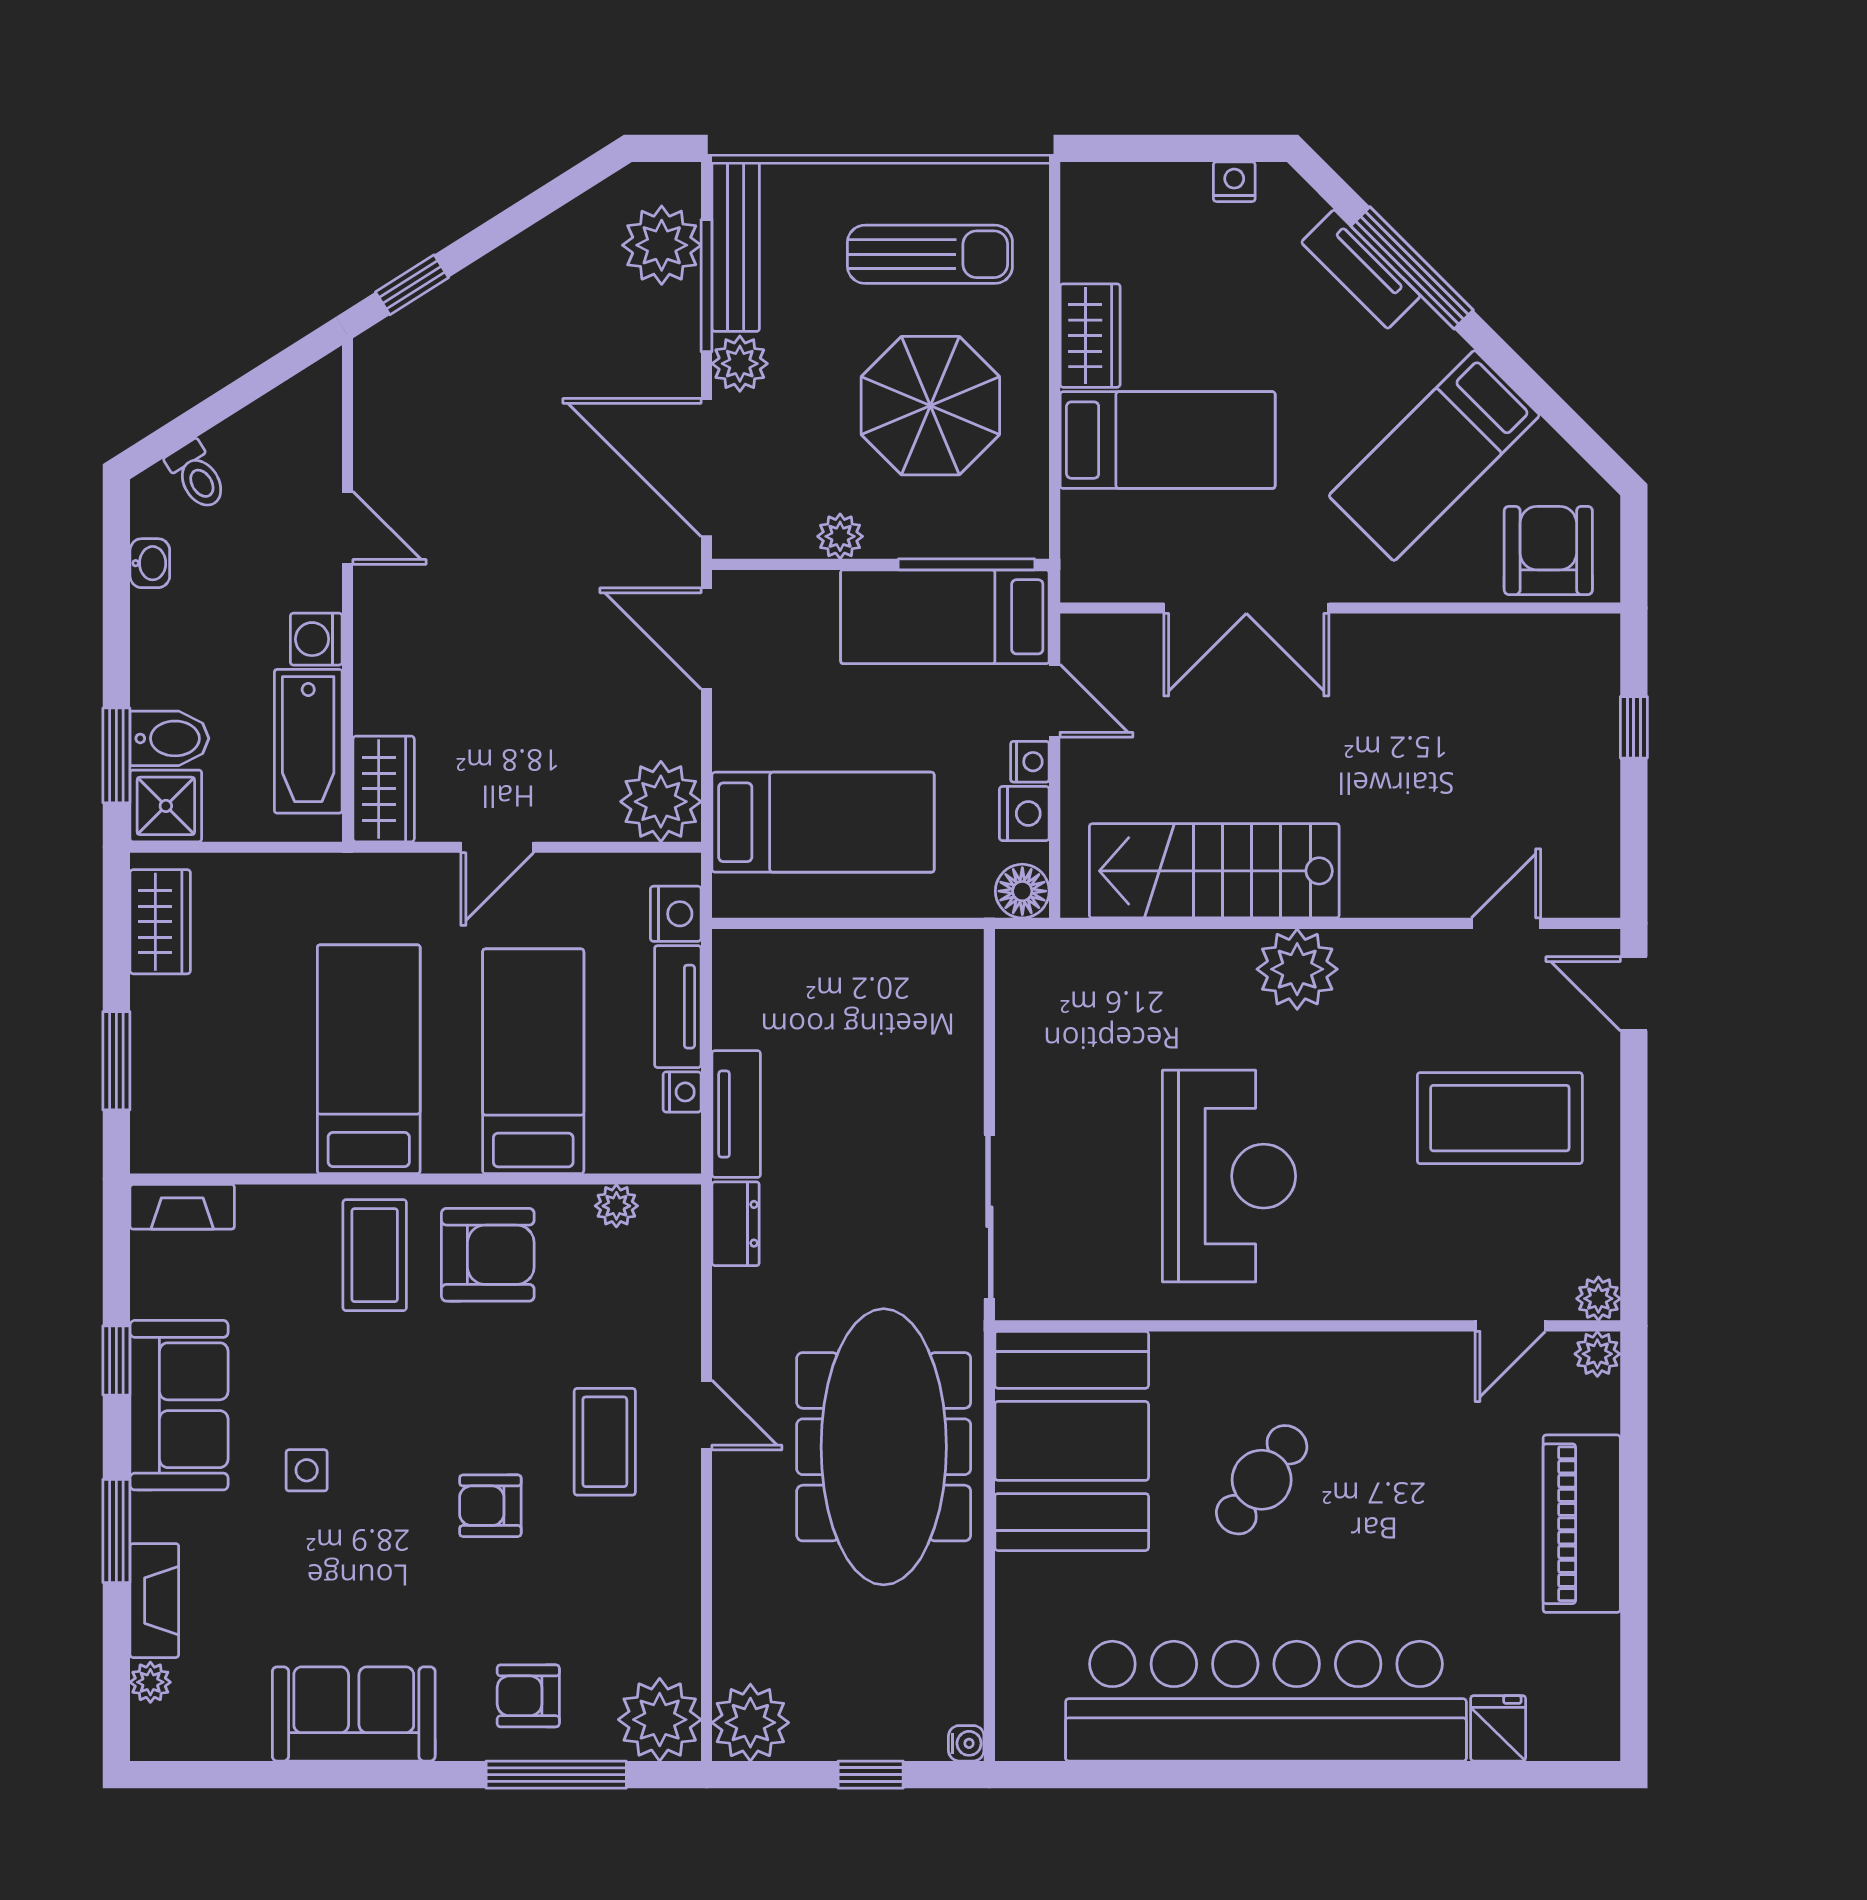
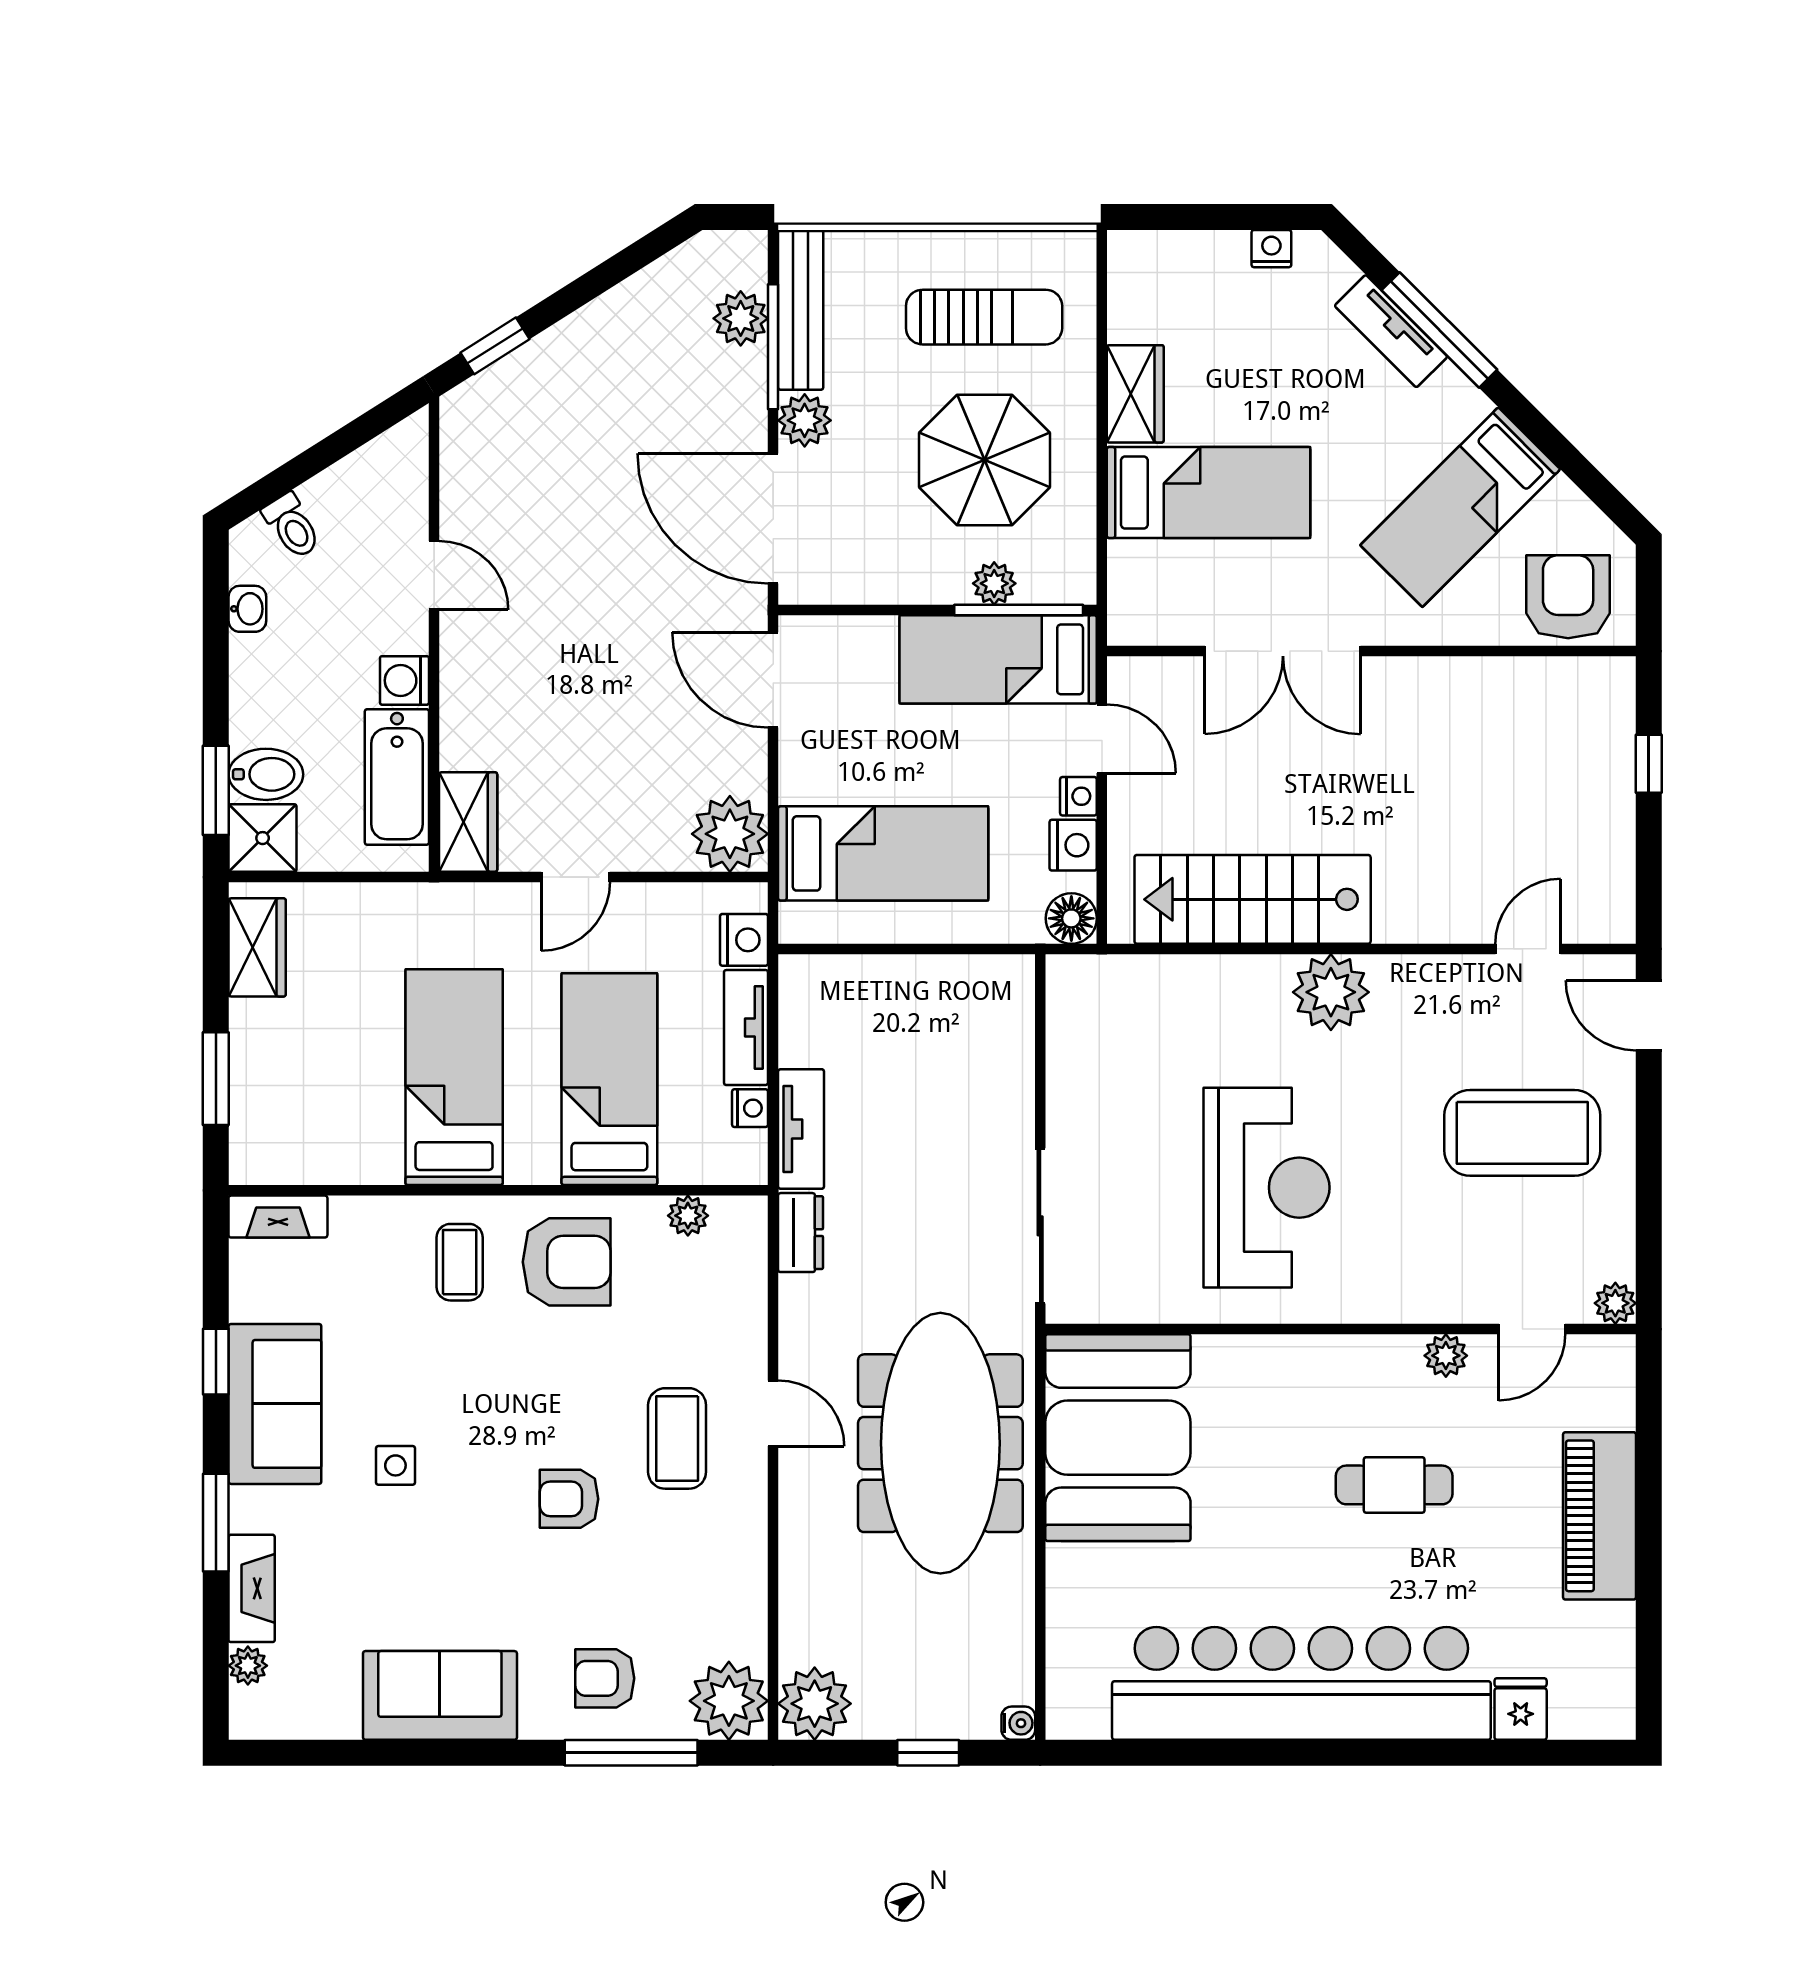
plant: (662, 245) -> (741, 318), width x0.73, depth x0.73
plant: (840, 536) -> (994, 583), moved
coffee table: (375, 1255) -> (460, 1262), width x0.73, depth x0.77
plant: (1597, 1354) -> (1446, 1356), moved
cafe table: (1262, 1480) -> (1394, 1485), moved, turned 54

